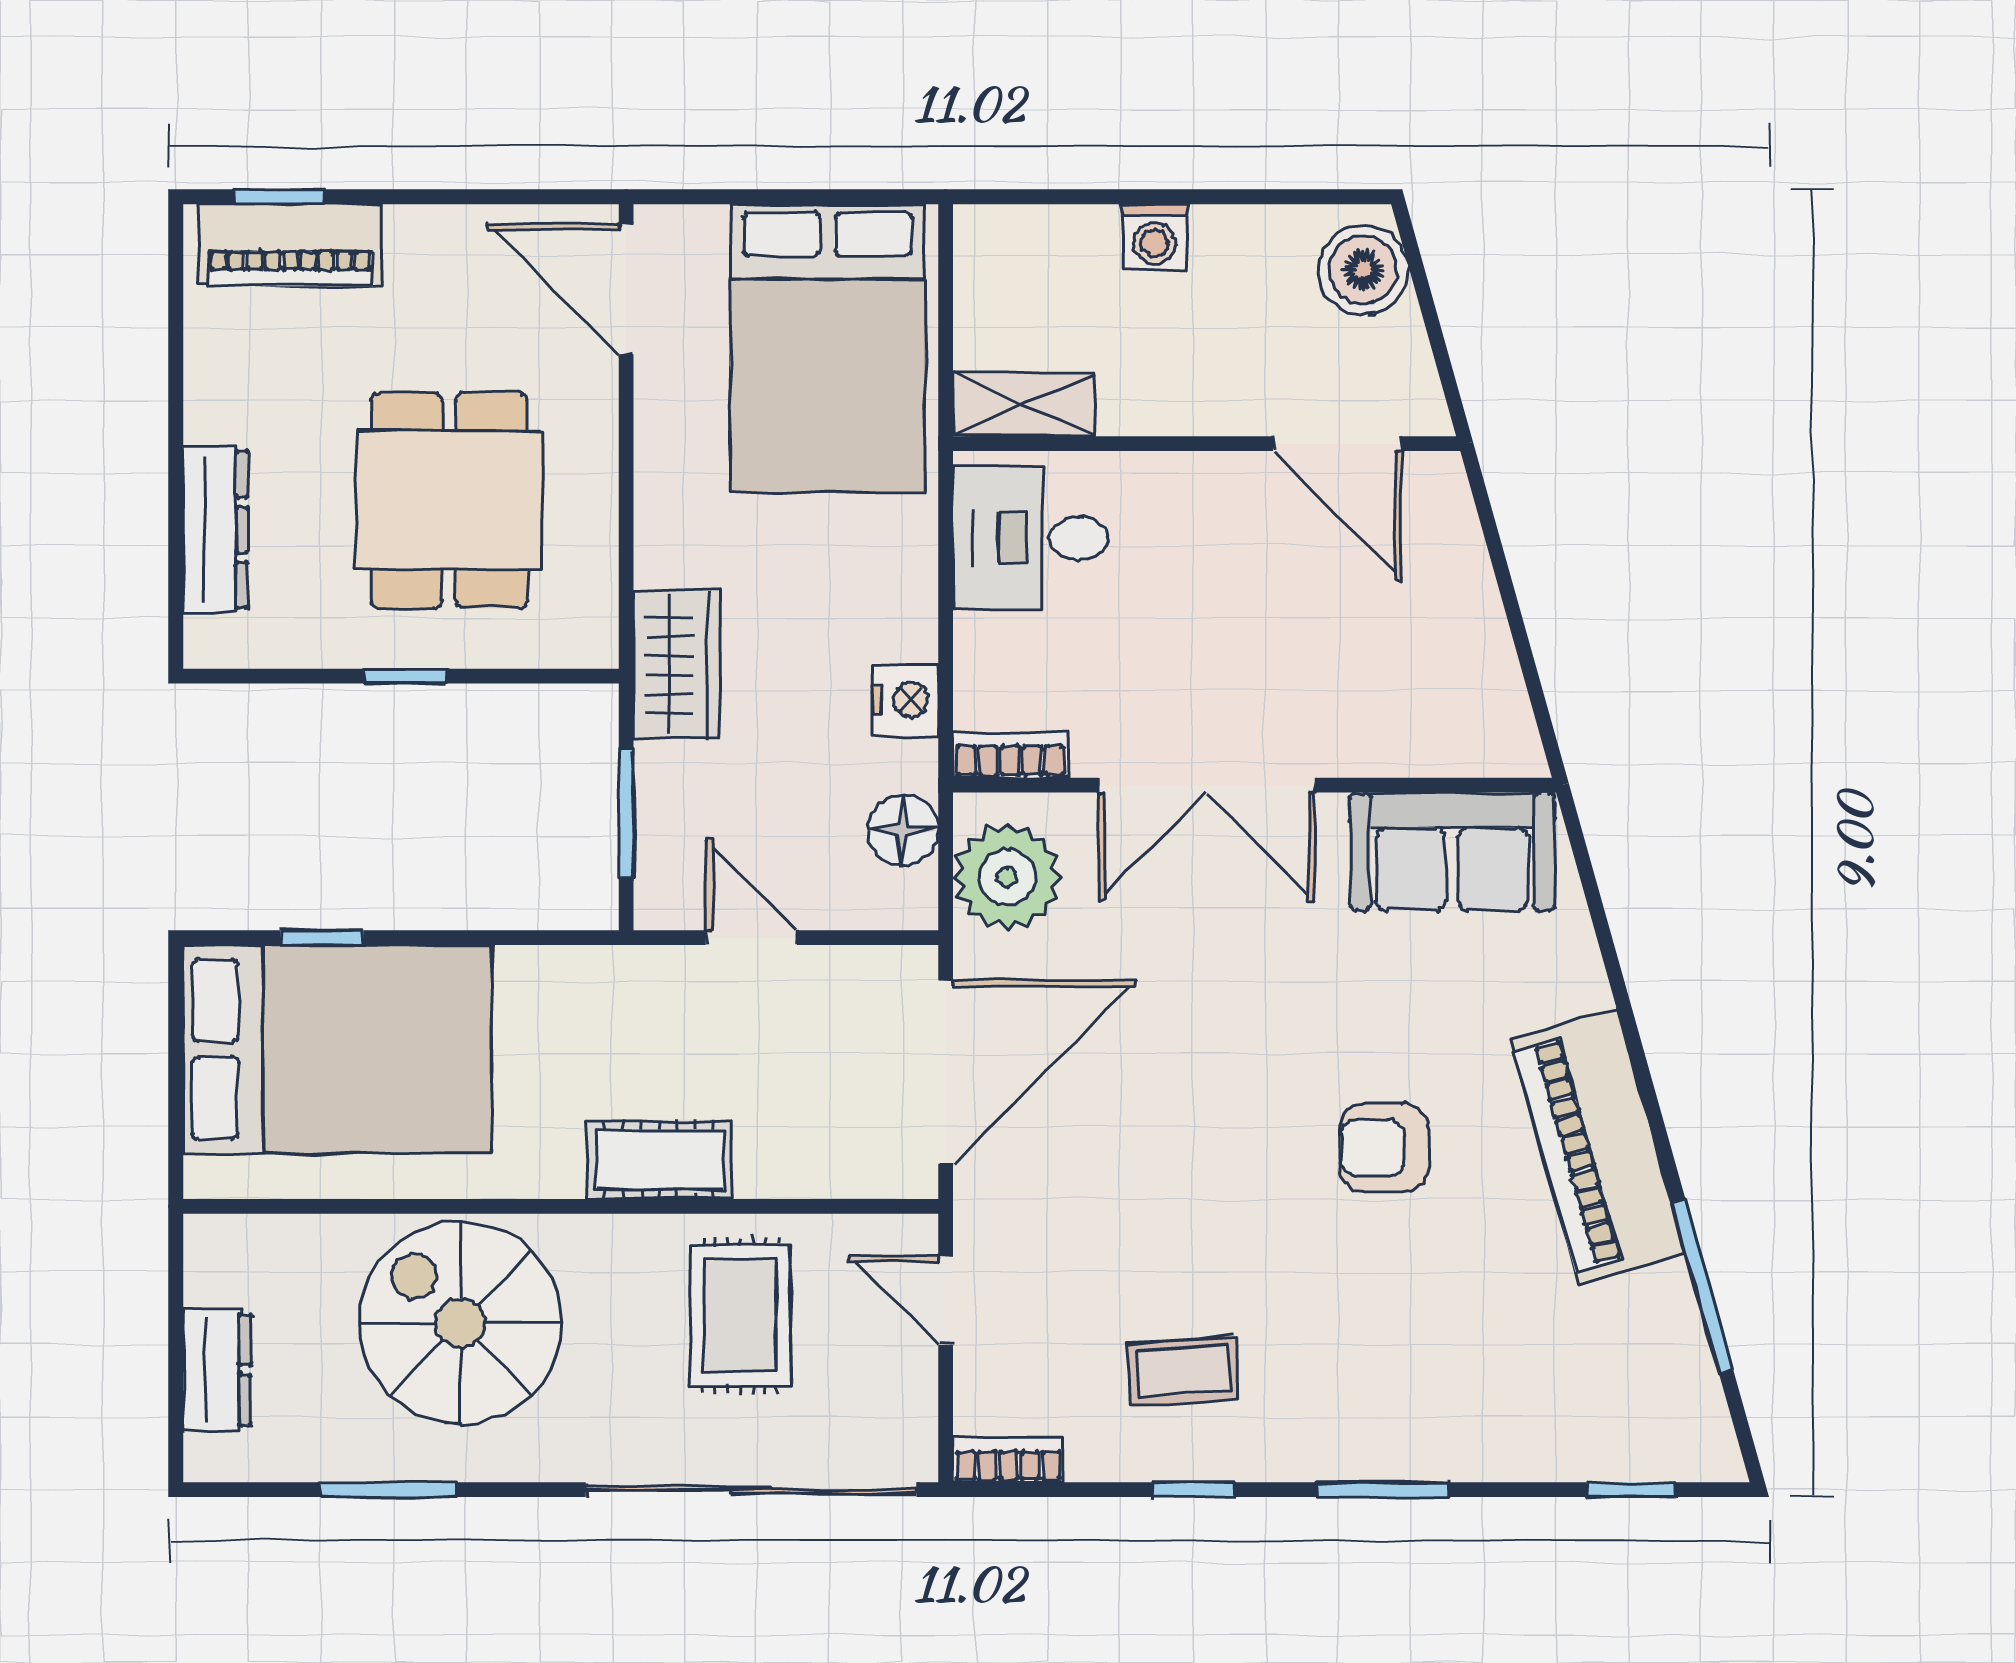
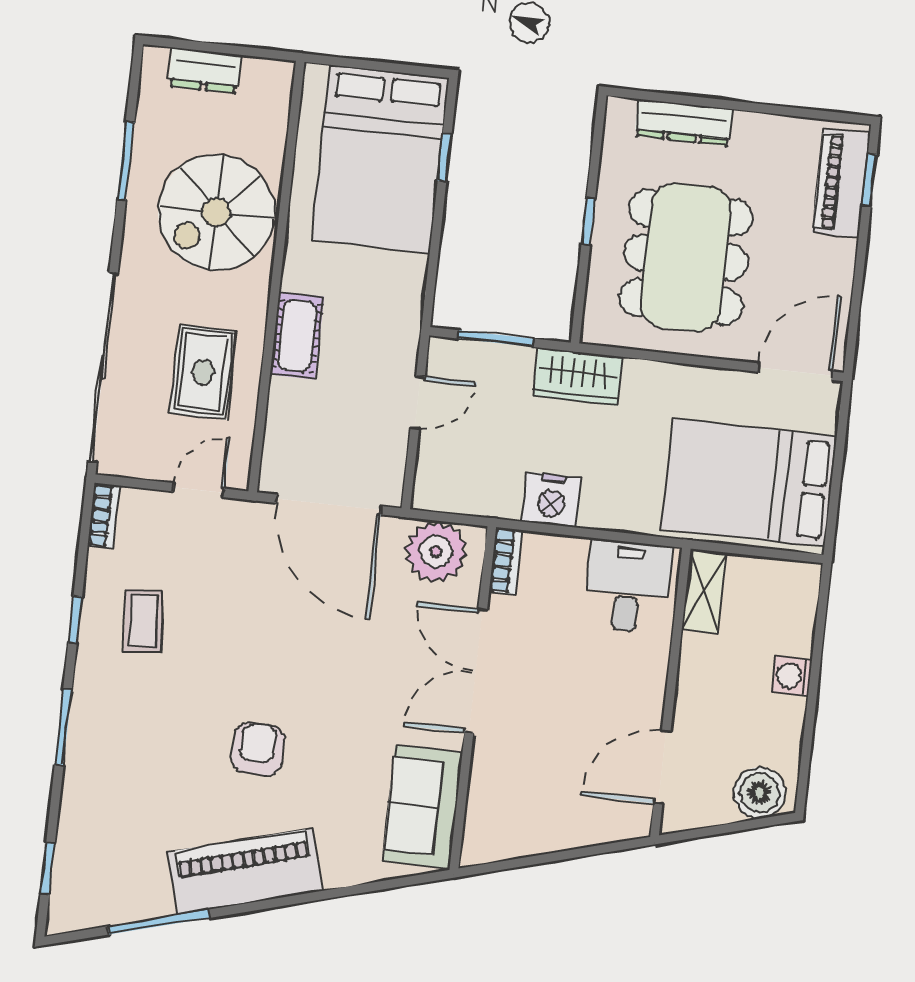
dining table: (449, 500) -> (686, 257), width x1.38
nightstand: (906, 700) -> (551, 500), width x1.36, depth x1.33
floor lamp: (903, 830) -> (469, 495), removed
rug: (740, 1315) -> (203, 372), turned 90
spiral stairs: (461, 1323) -> (216, 212), turned 180

